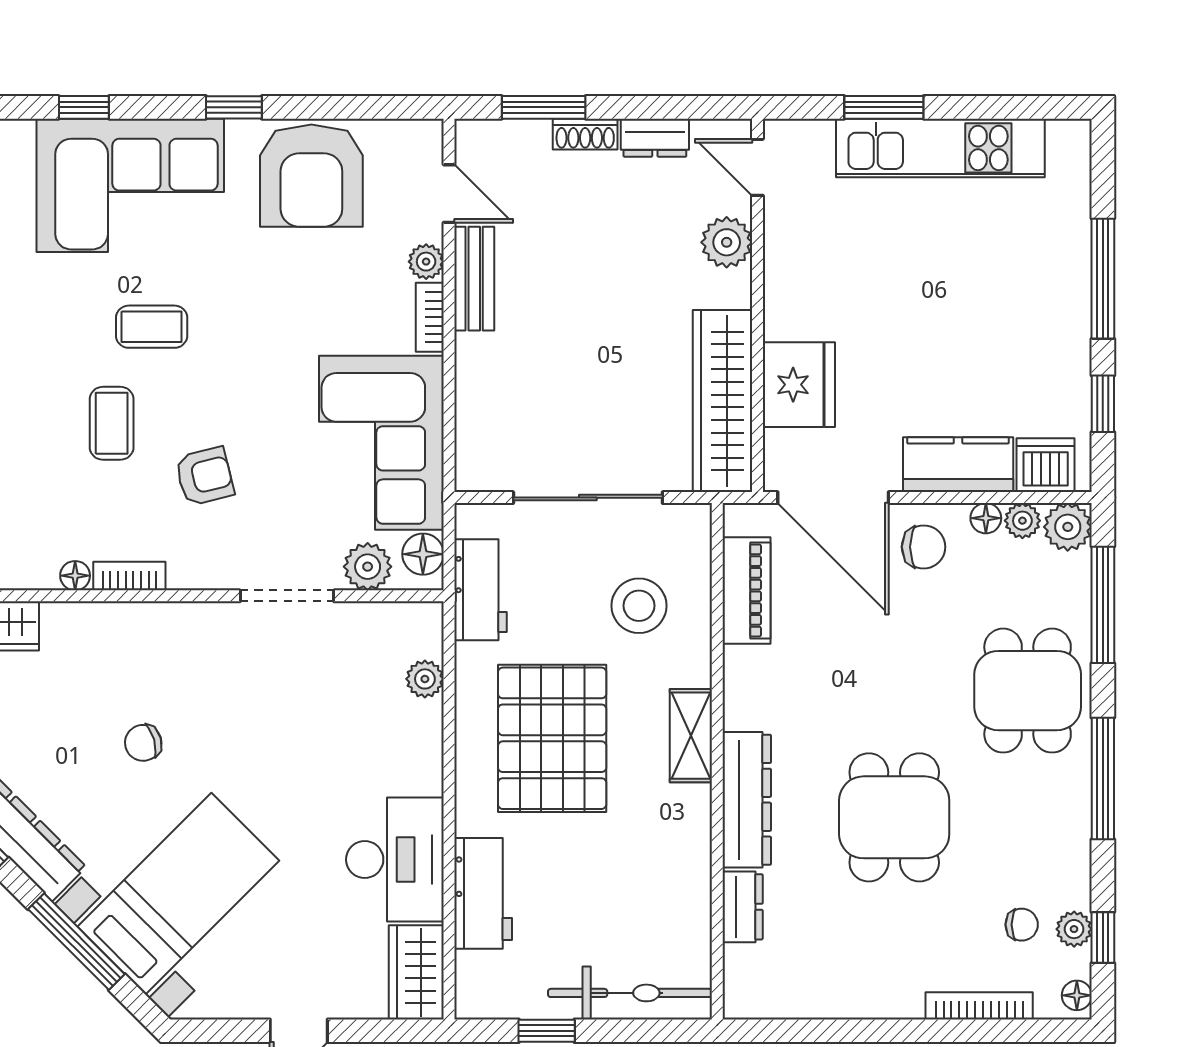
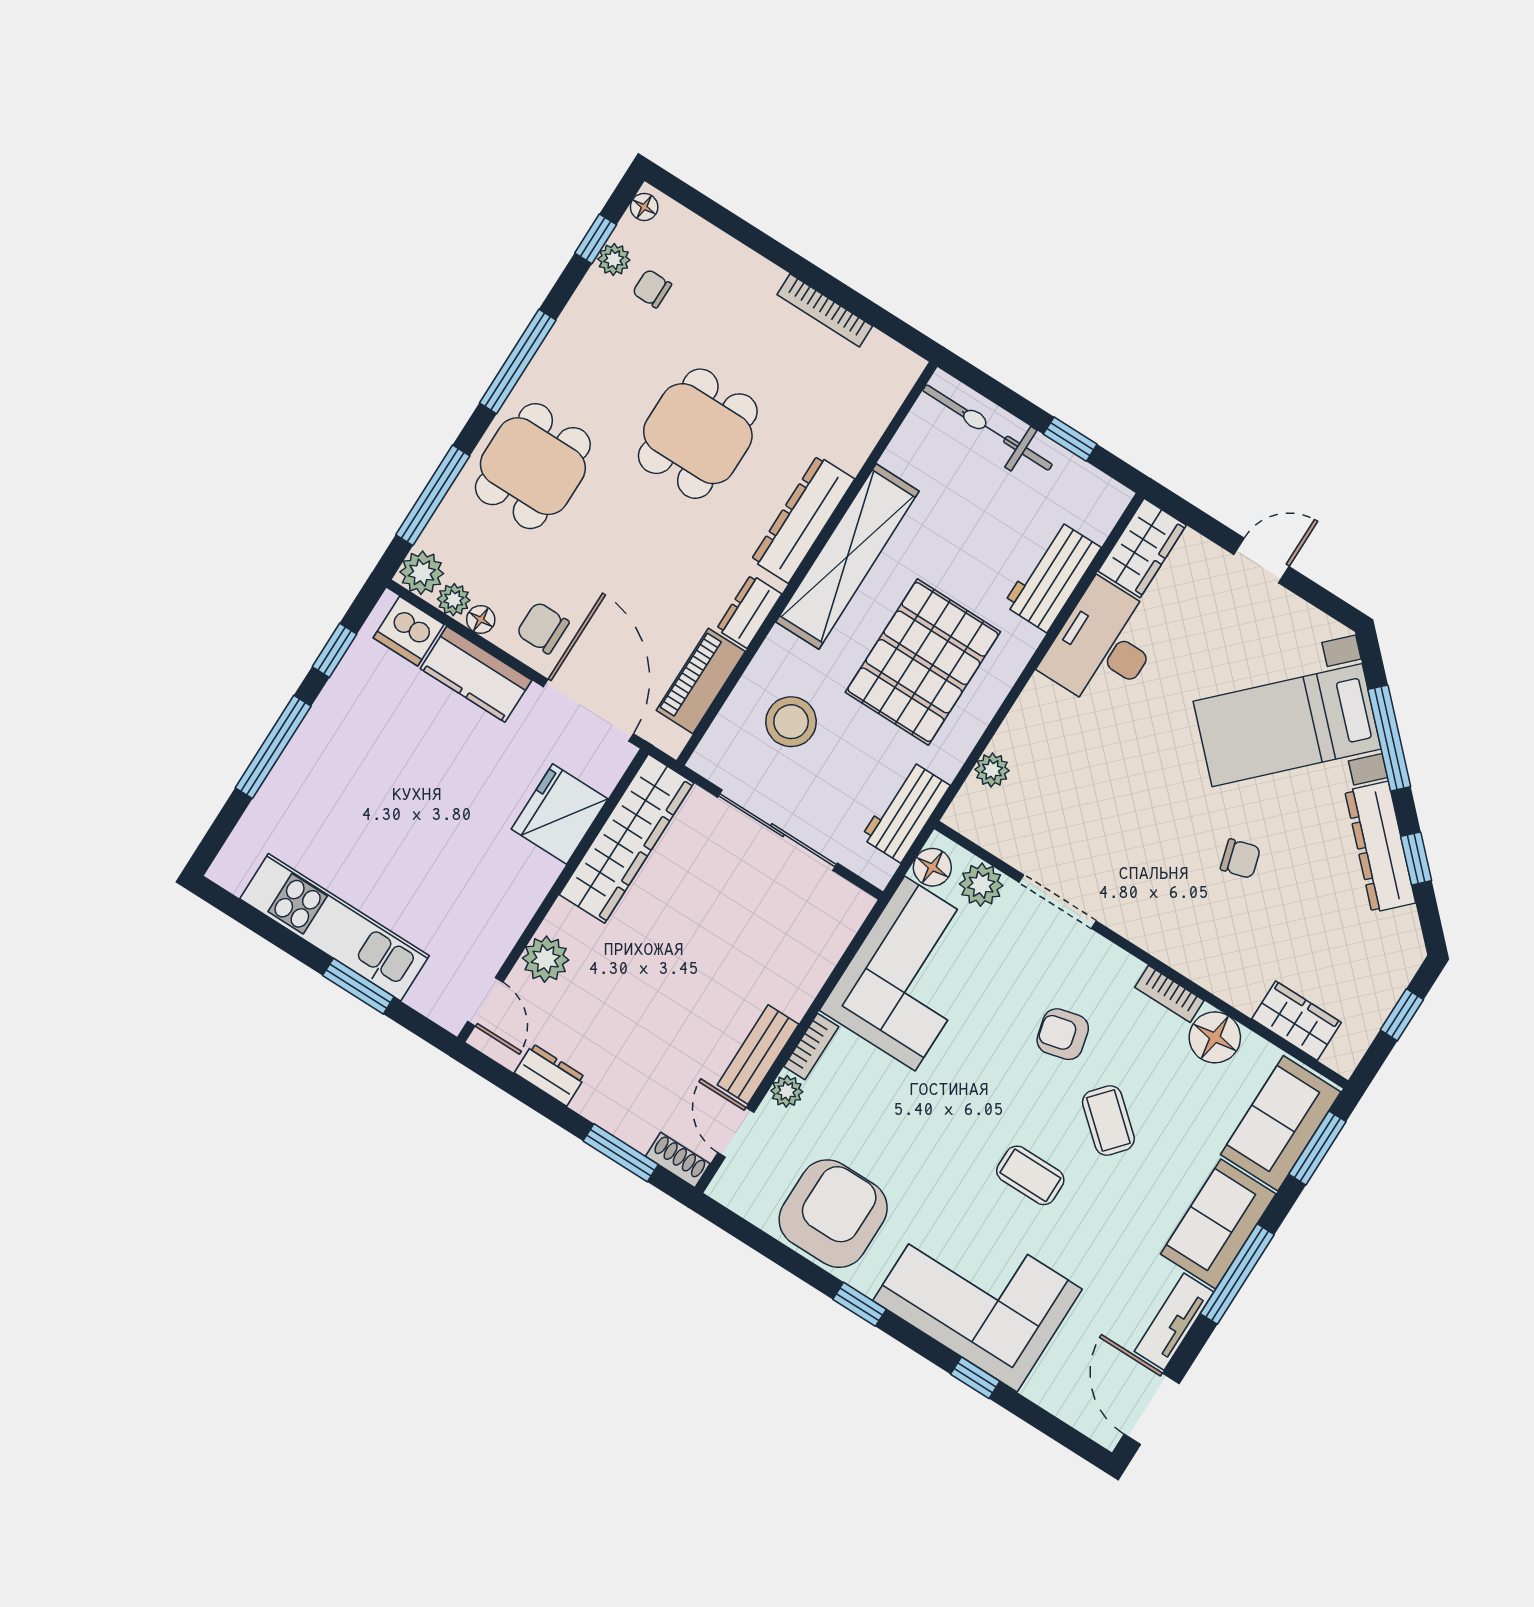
shoe rack: (585, 134) -> (678, 1160), moved
coffee table: (112, 423) -> (1108, 1120), turned -49
floor lamp: (75, 576) -> (1215, 1037), width x1.89, depth x1.89
shelving: (691, 736) -> (847, 556), width x2.20, depth x1.33
dresser: (743, 907) -> (749, 611), moved
bookcase: (979, 1006) -> (825, 310), moved

